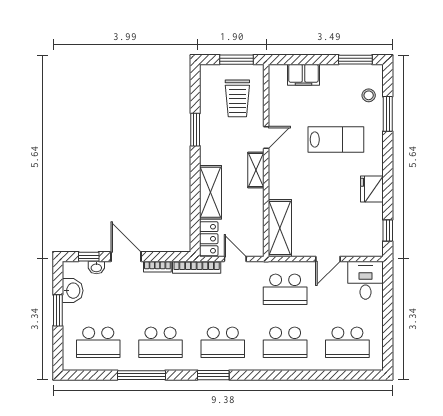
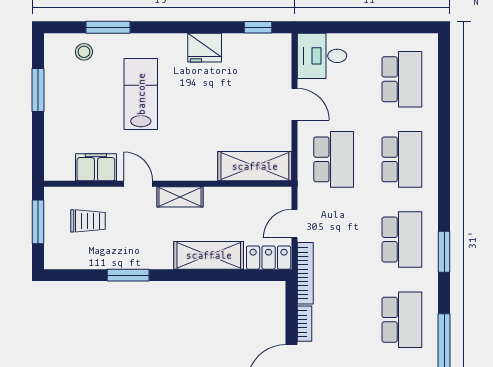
window: (355, 60) -> (38, 90), moved
filing cabinet: (303, 75) -> (96, 167), moved, turned -90
trolley: (237, 98) -> (88, 221), width x0.73, depth x0.72

